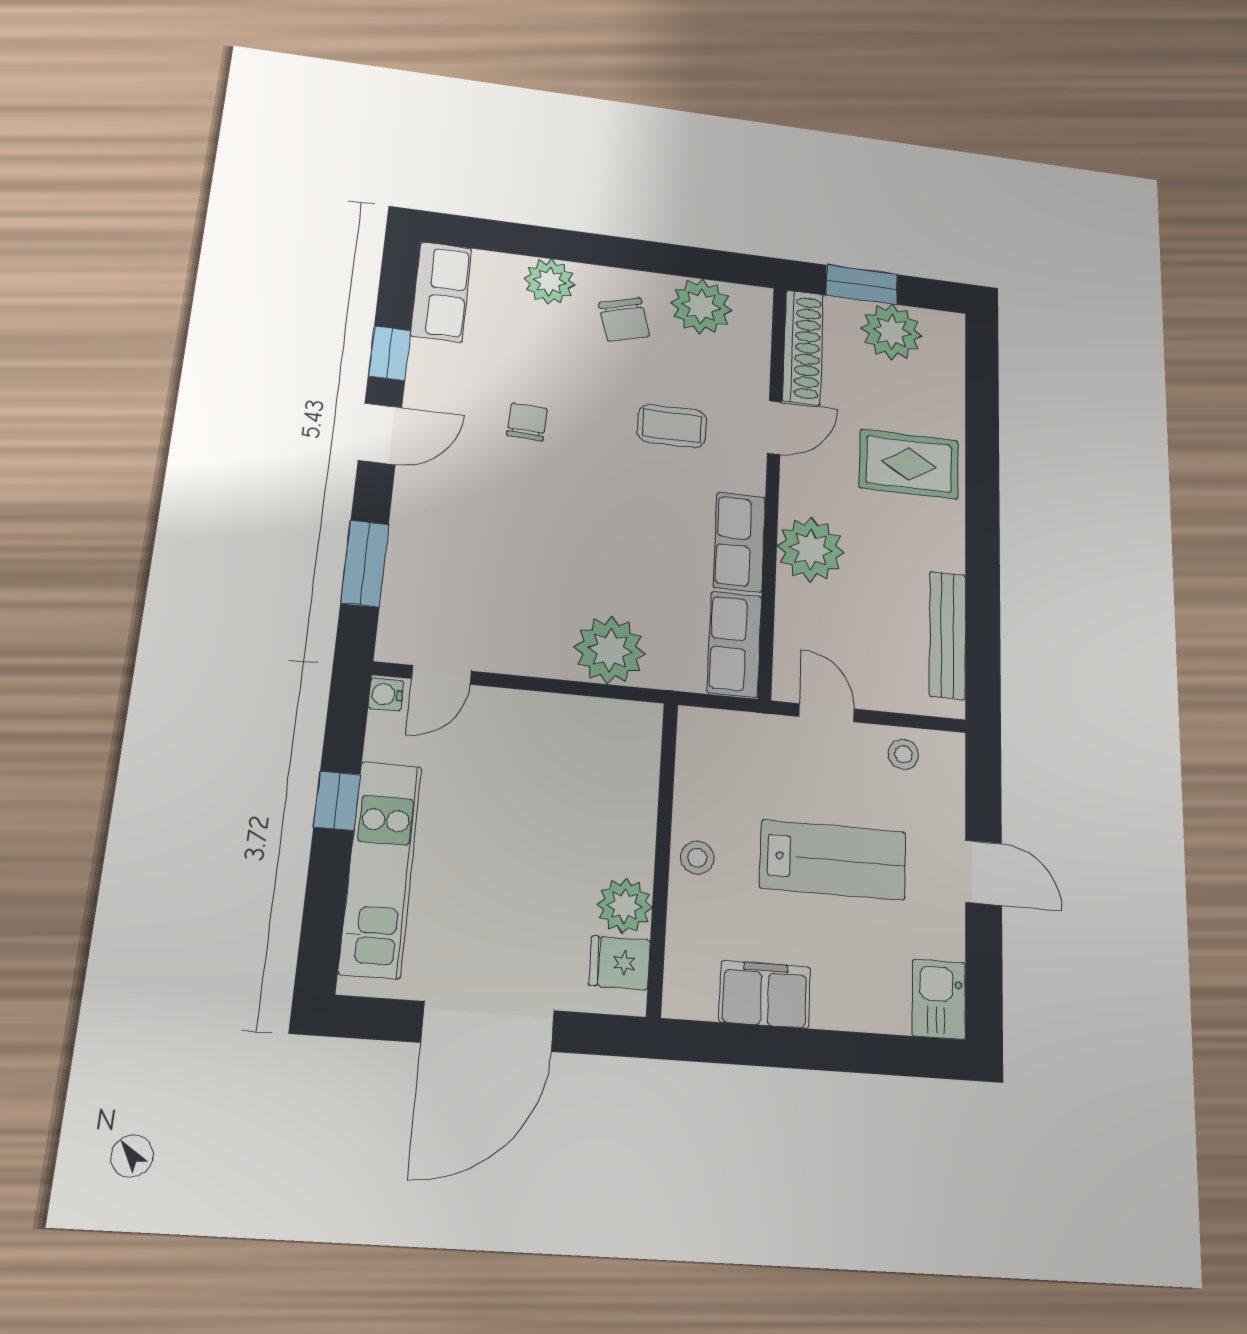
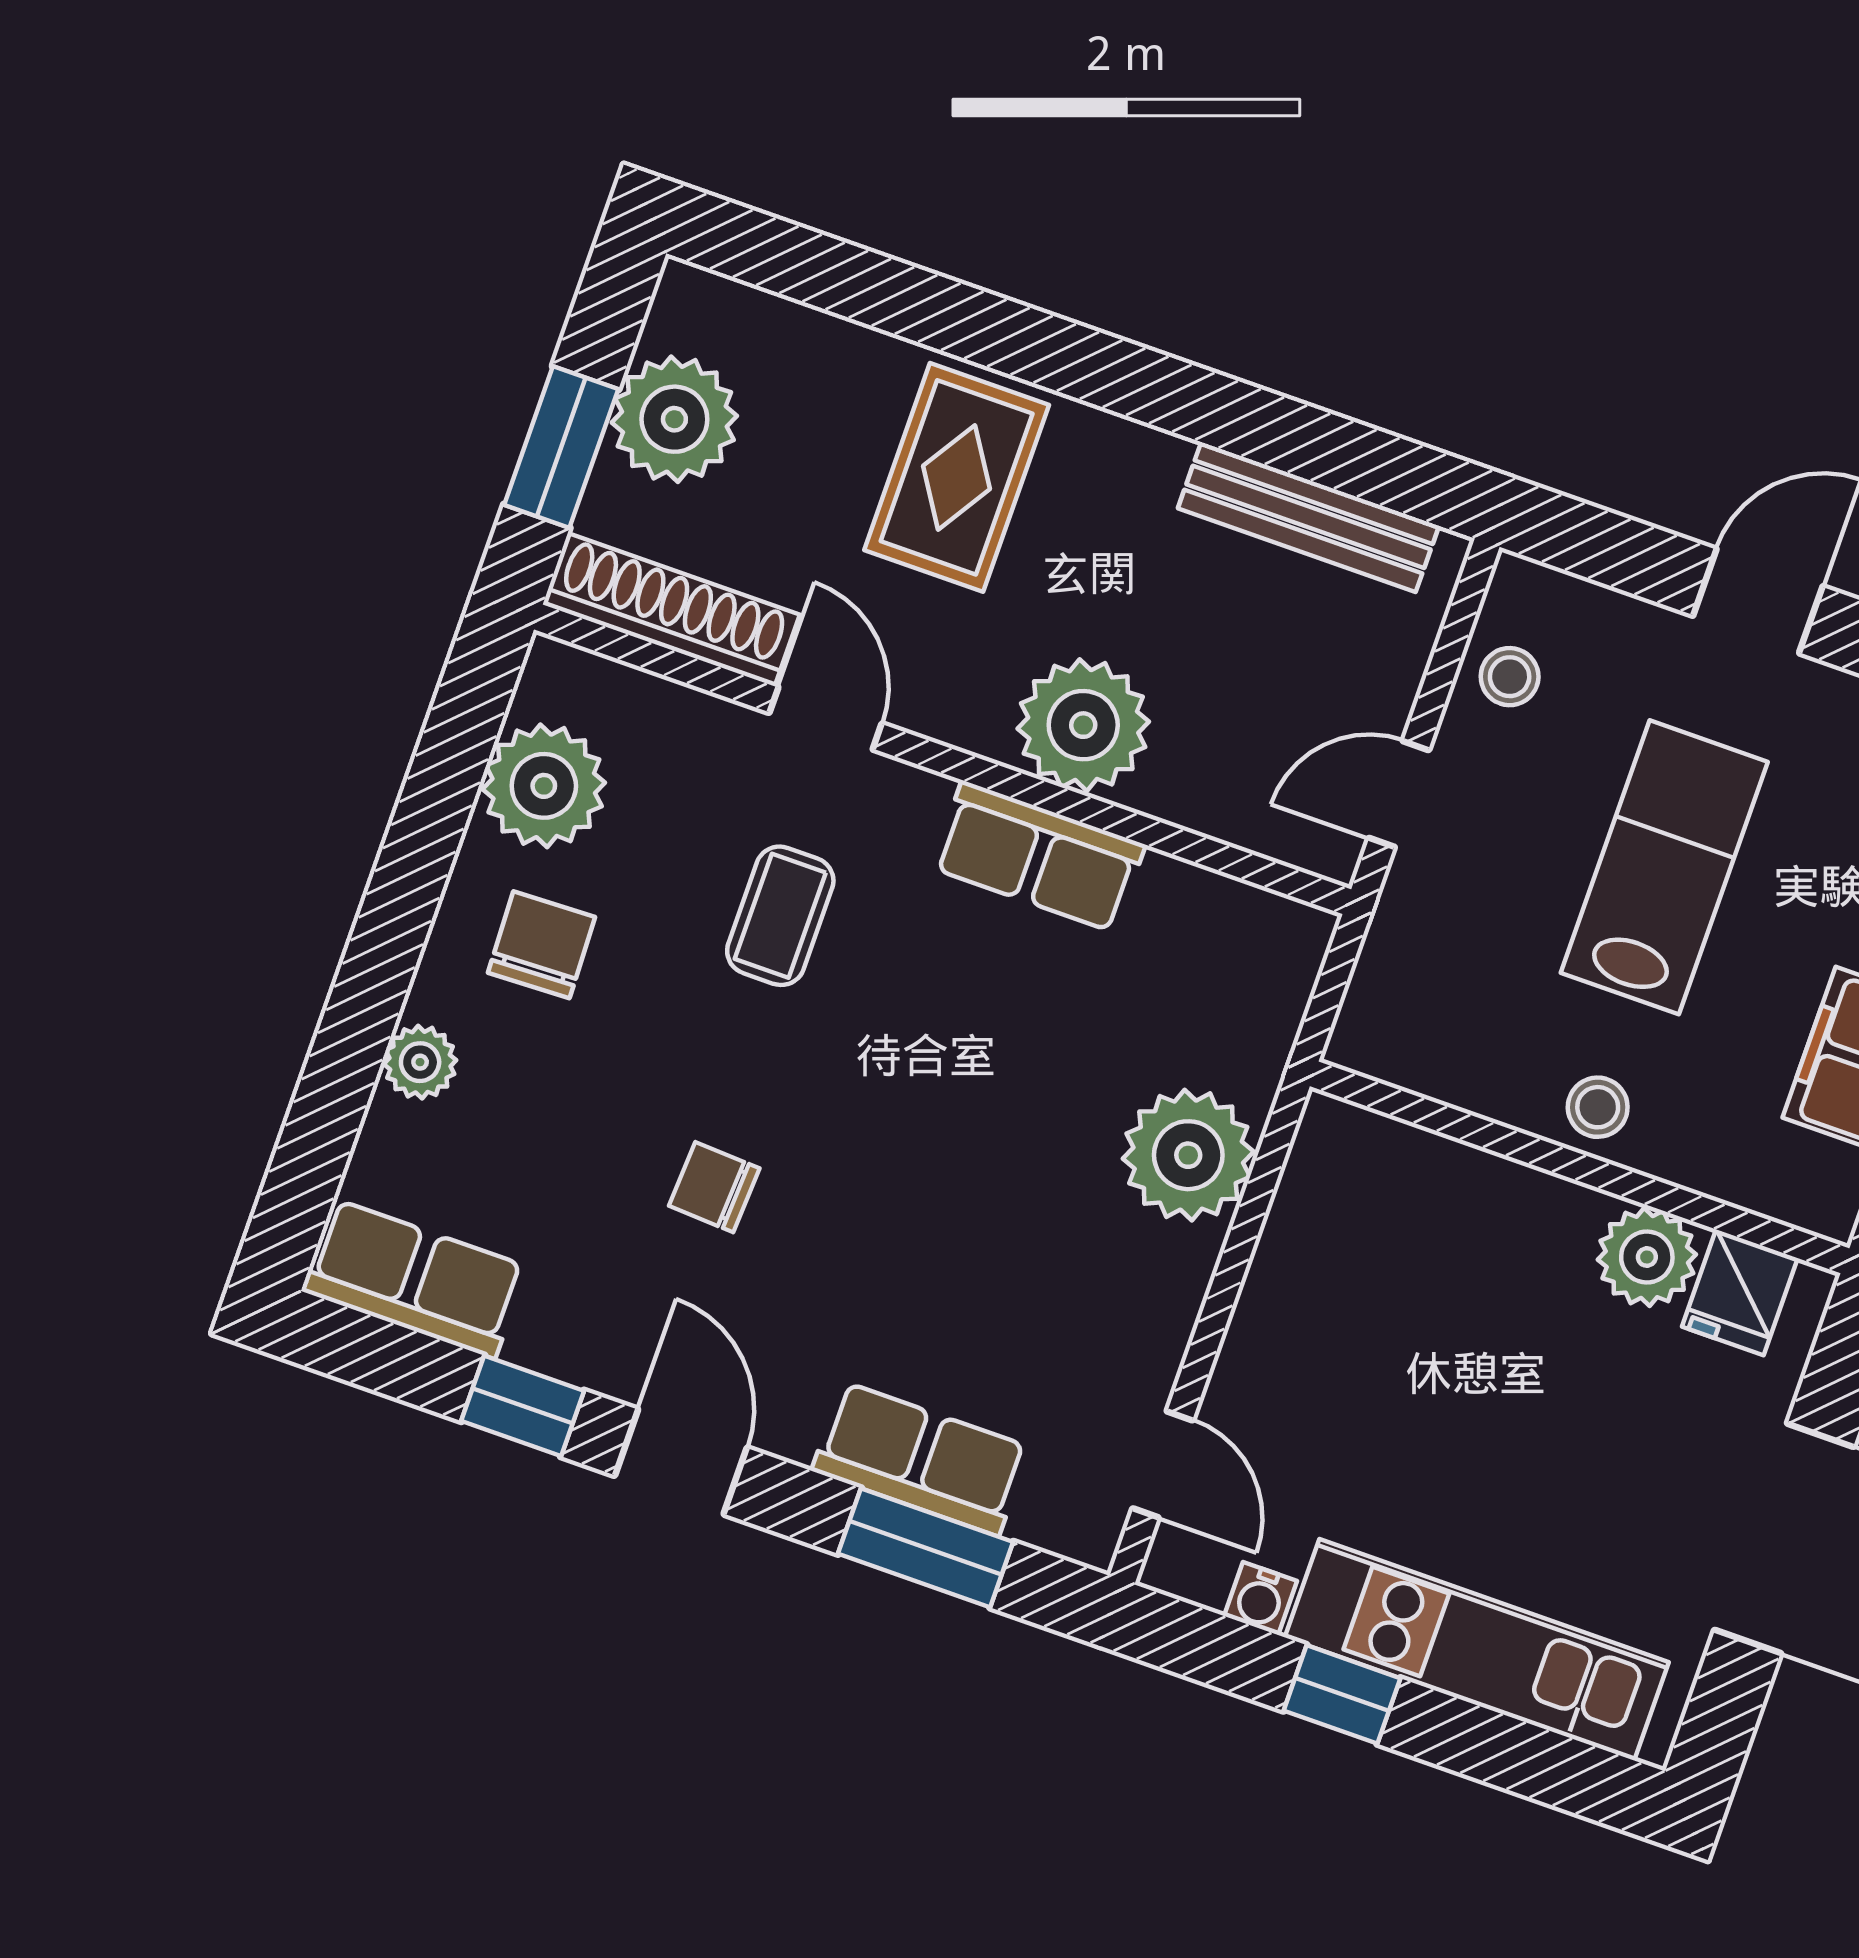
plant: (550, 282) -> (420, 1062), width x0.73, depth x0.73
chair: (624, 319) -> (541, 945), turned -76
row of seats: (734, 644) -> (921, 1459), moved, turned 180
water cooler: (386, 694) -> (1260, 1598), moved

